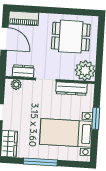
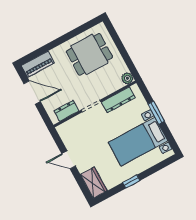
plant: (85, 71) -> (127, 78), width x0.53, depth x0.53
plant: (16, 85) -> (68, 126), removed
window: (40, 162) -> (131, 182), width x0.46

